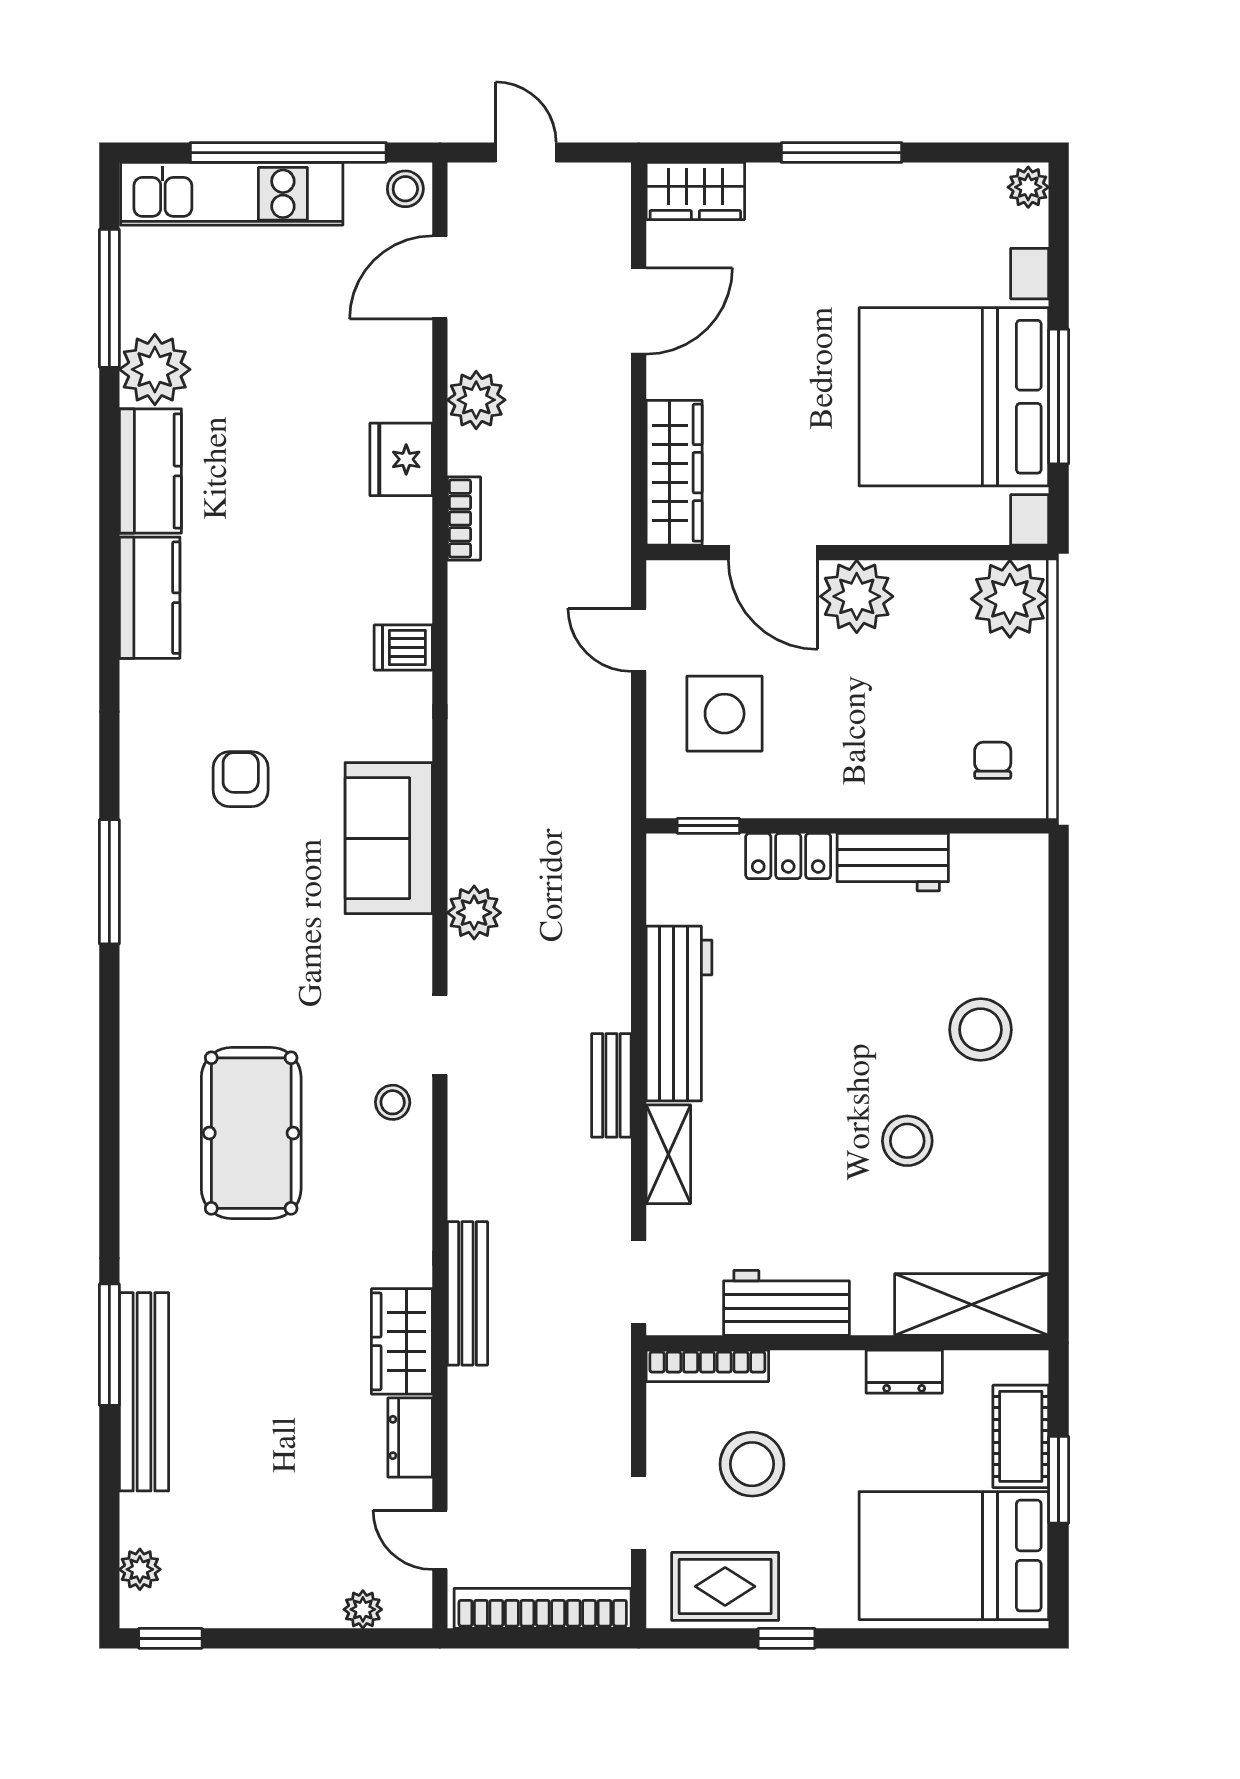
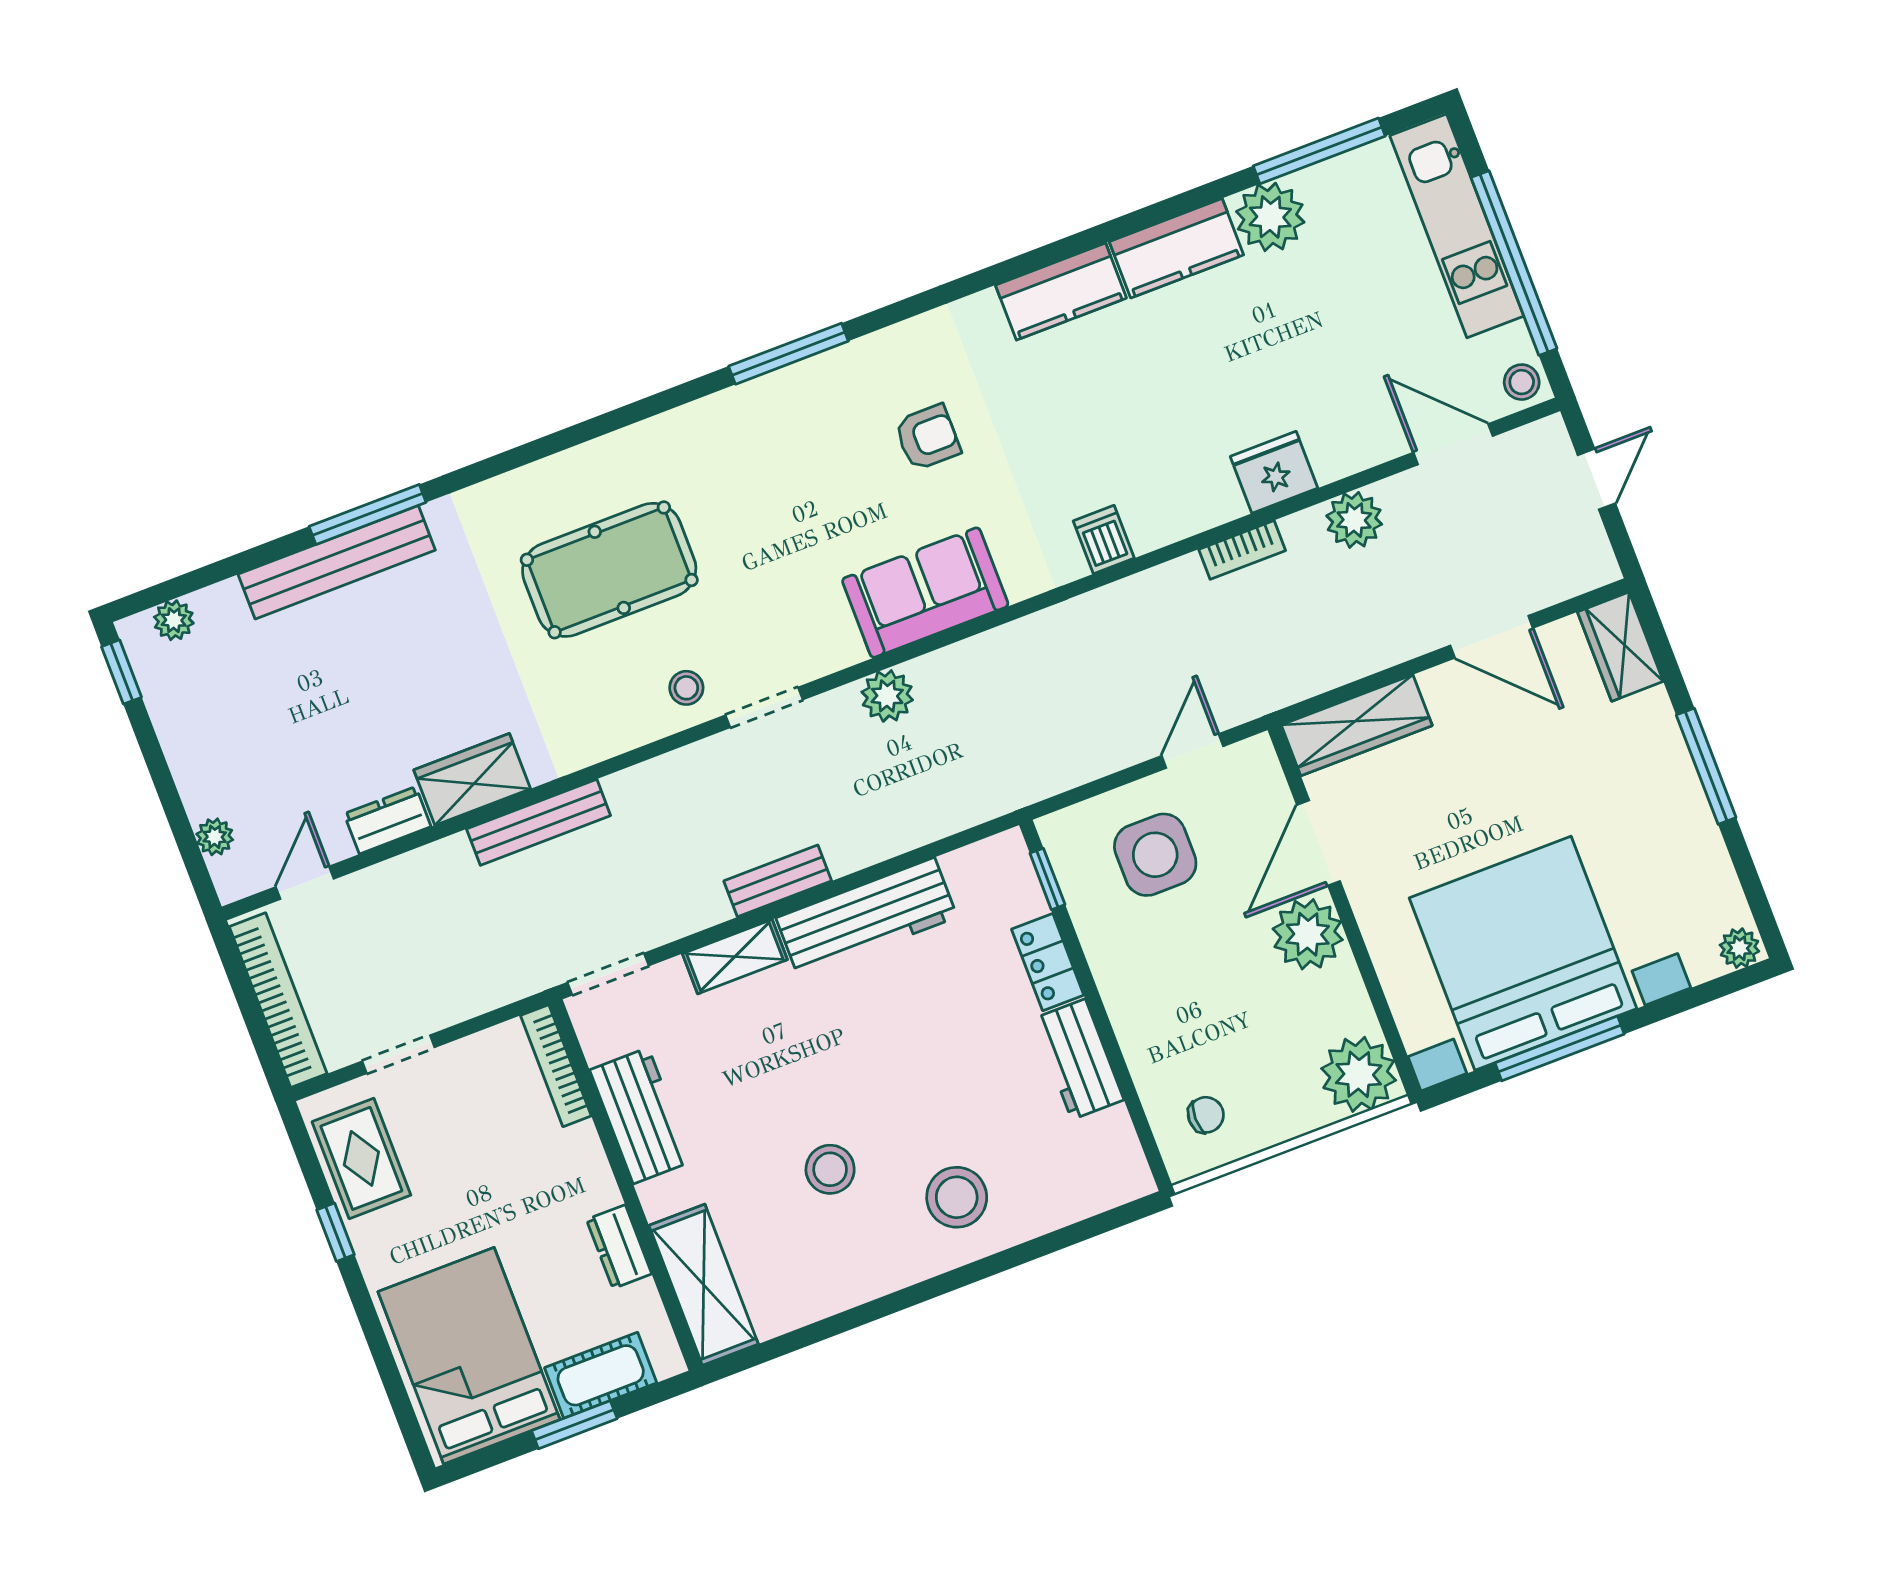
stool: (752, 1464) -> (482, 1140), removed

